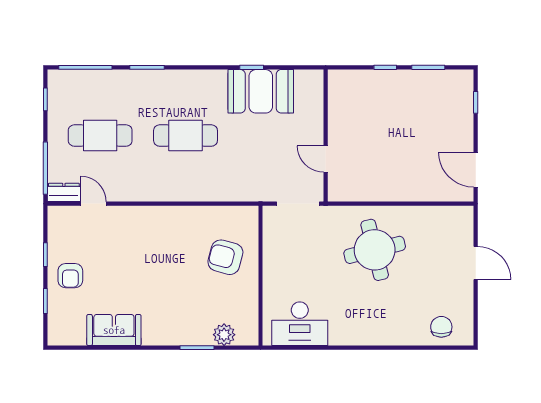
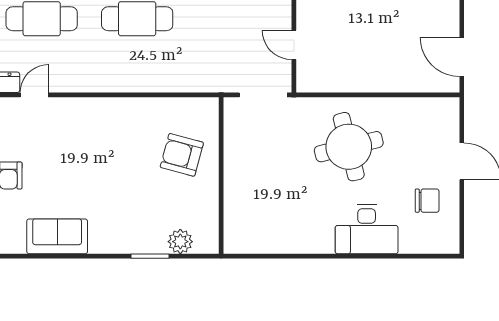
door: (94, 204) -> (34, 95), hinge flipped
desk: (300, 324) -> (367, 229), moved
chair: (441, 327) -> (427, 201), moved, turned 90

